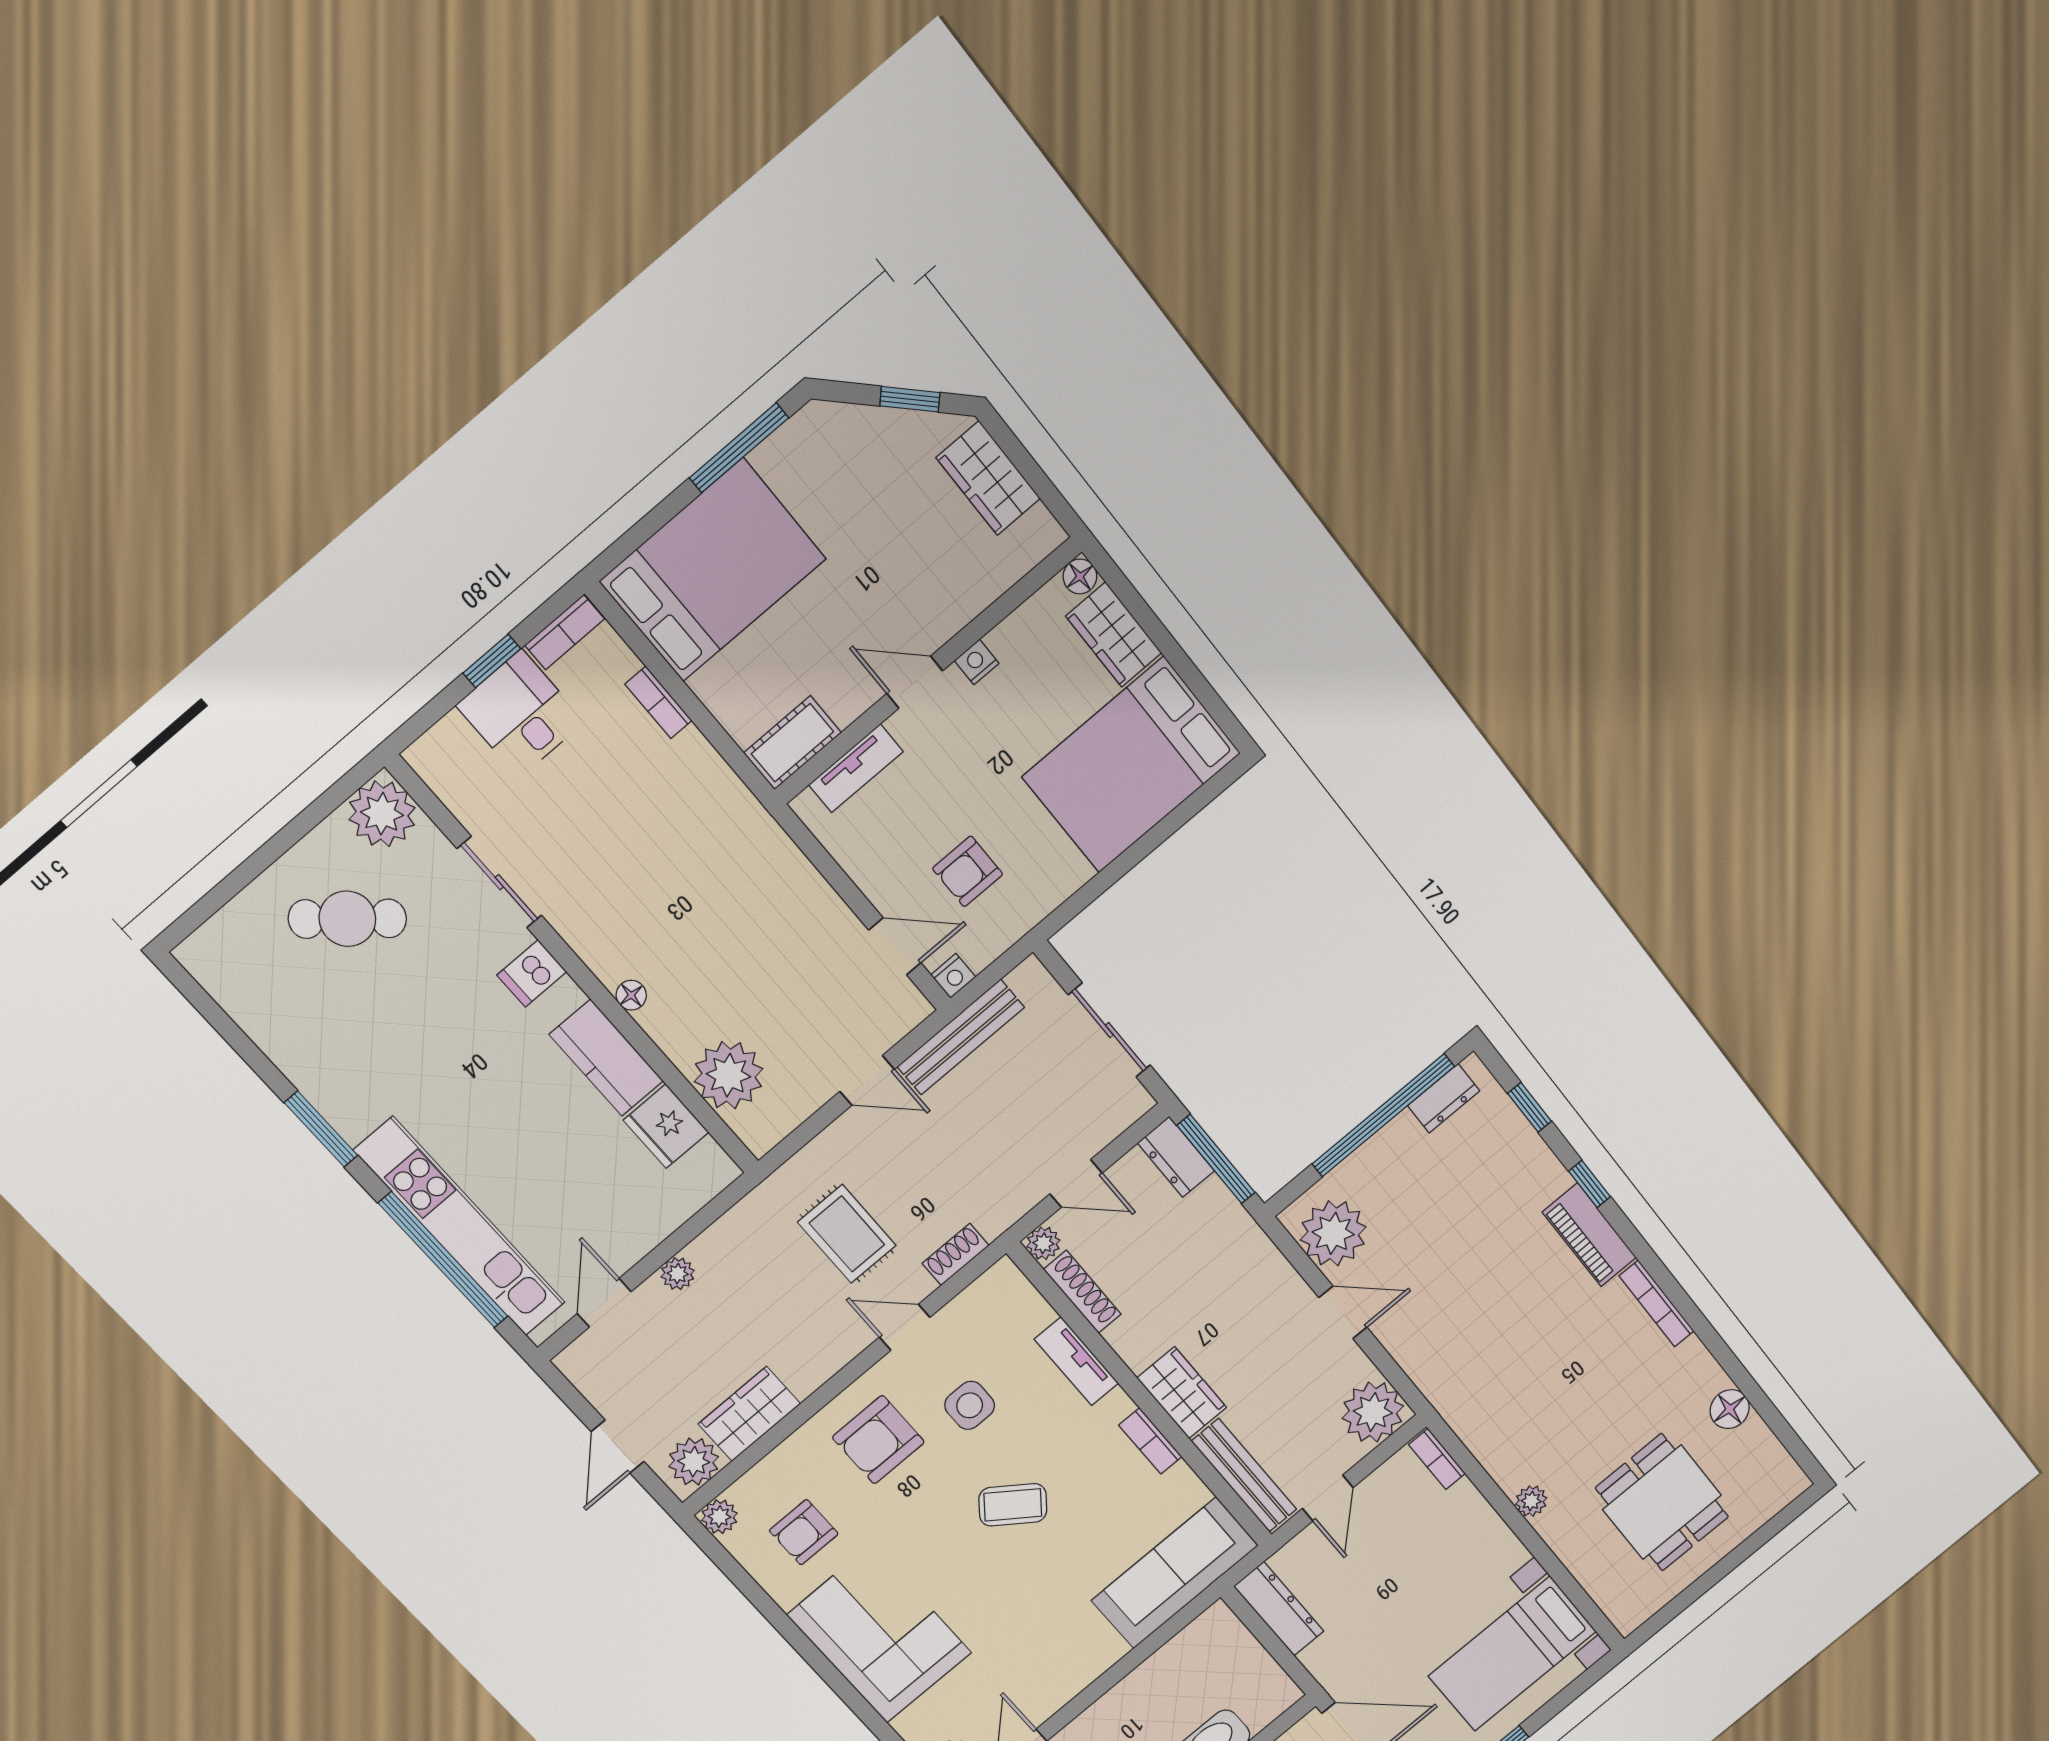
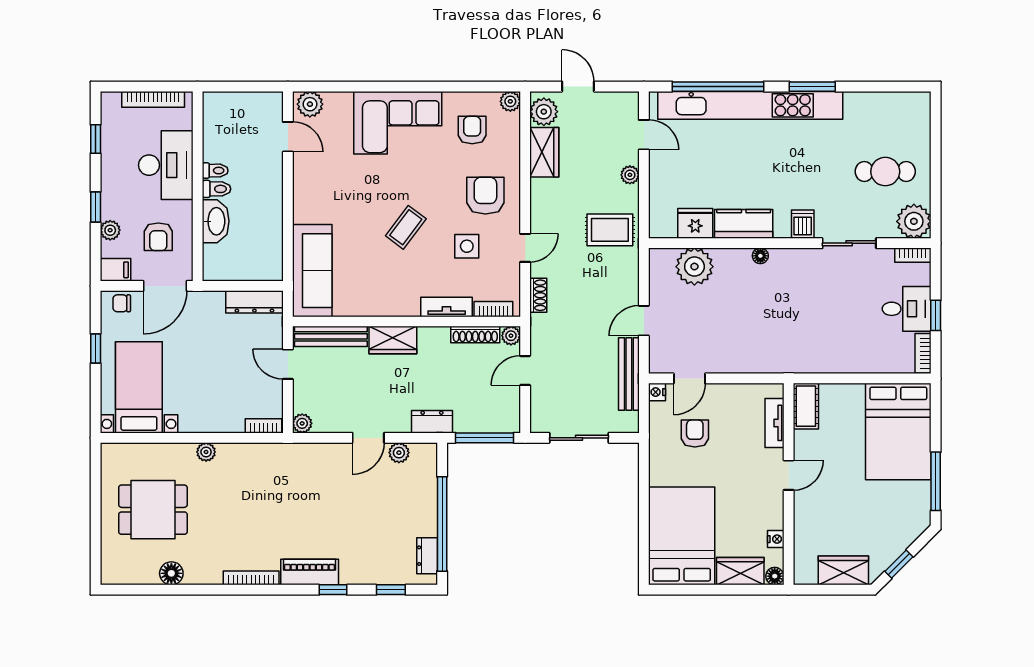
nightstand: (977, 662) -> (776, 539), moved
bookcase: (658, 702) -> (913, 255), moved, turned 180
cafe table: (347, 919) -> (885, 172), turned 50
dresser: (1176, 1157) -> (432, 422), moved
kitchen unit: (460, 1227) -> (750, 105), width x1.36
plant: (1333, 1233) -> (399, 453), width x0.53, depth x0.53
rug: (847, 1234) -> (610, 230), moved
plant: (1373, 1412) -> (302, 423), width x0.53, depth x0.53
bookcase: (1150, 1441) -> (493, 309), moved

